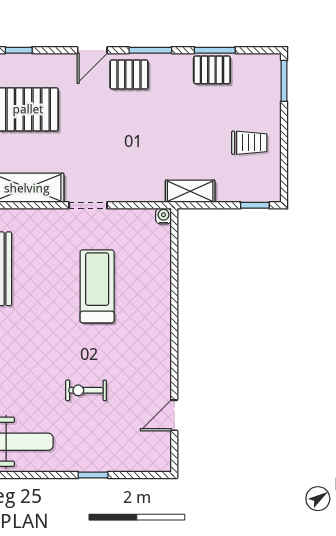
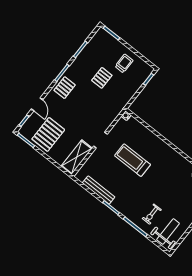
door: (92, 50) -> (37, 104), moved
pallet: (212, 70) -> (102, 78), moved
shelving: (190, 191) -> (125, 99), removed
exercise bike: (86, 390) -> (152, 214), moved

